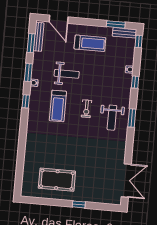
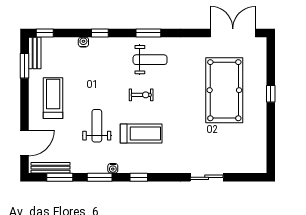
sliding door: (21, 151) -> (207, 177), added
pool table: (57, 180) -> (224, 90), moved, width x1.36, depth x1.32

